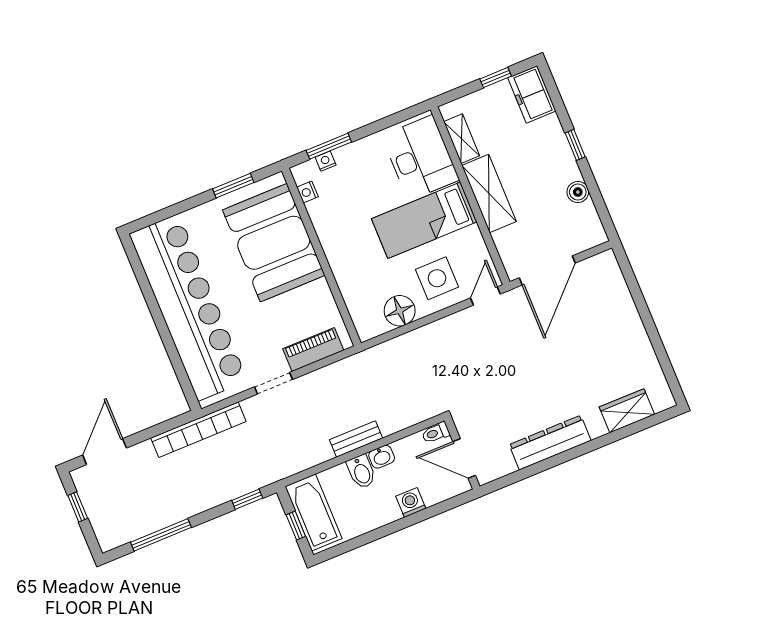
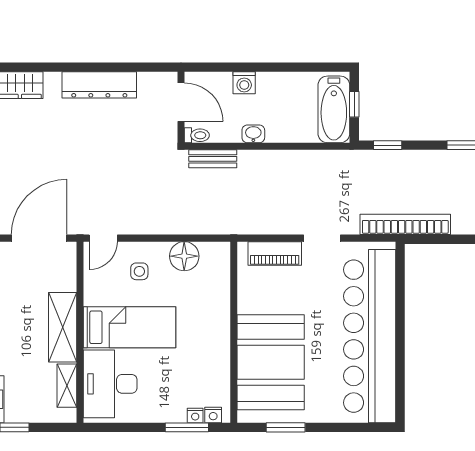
nightstand: (307, 192) -> (213, 415), moved, turned 90
side table: (437, 278) -> (139, 271), width x0.54, depth x0.54
bench: (356, 439) -> (213, 159), moved
bidet: (361, 472) -> (277, 128), removed

